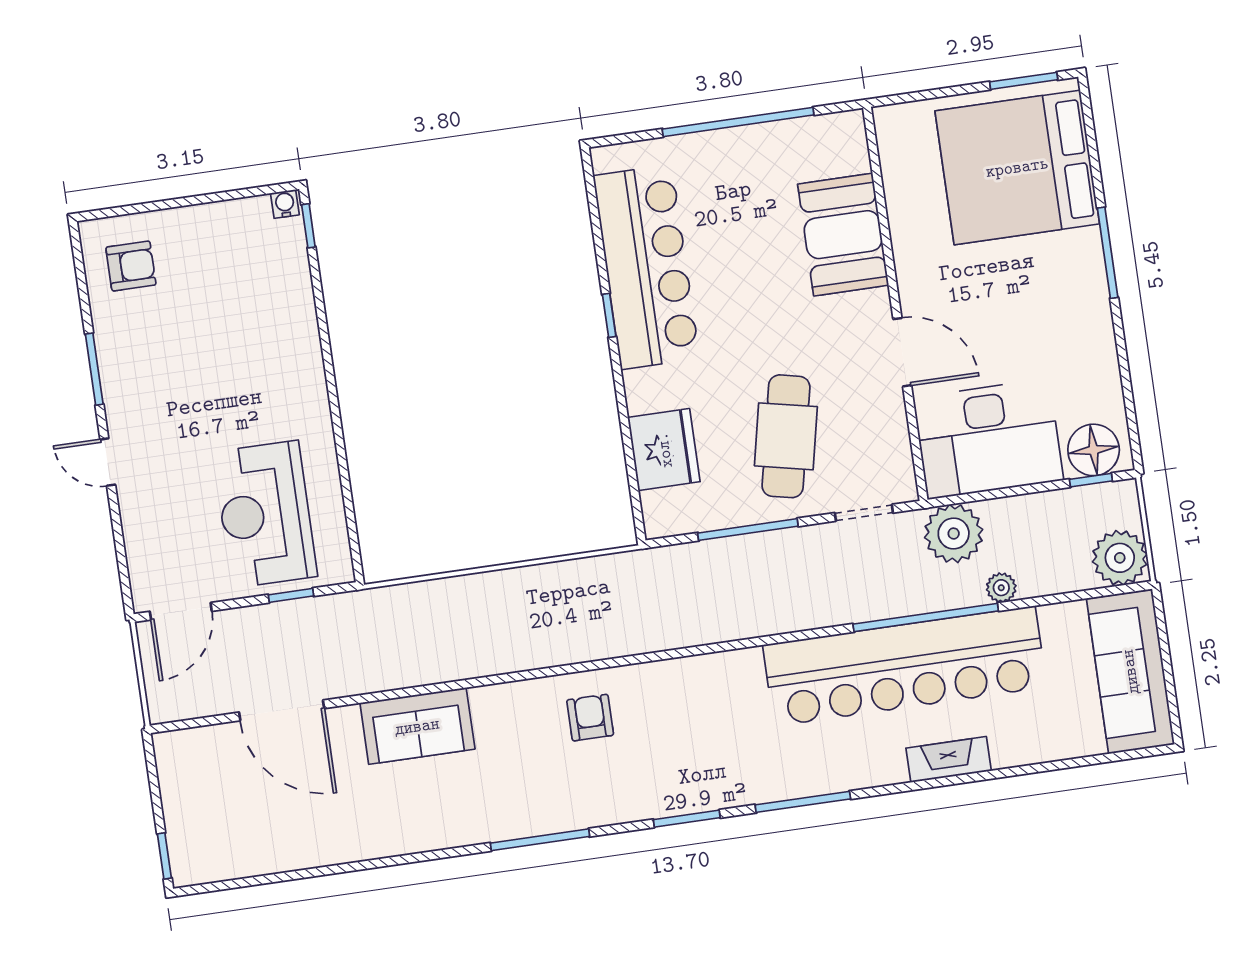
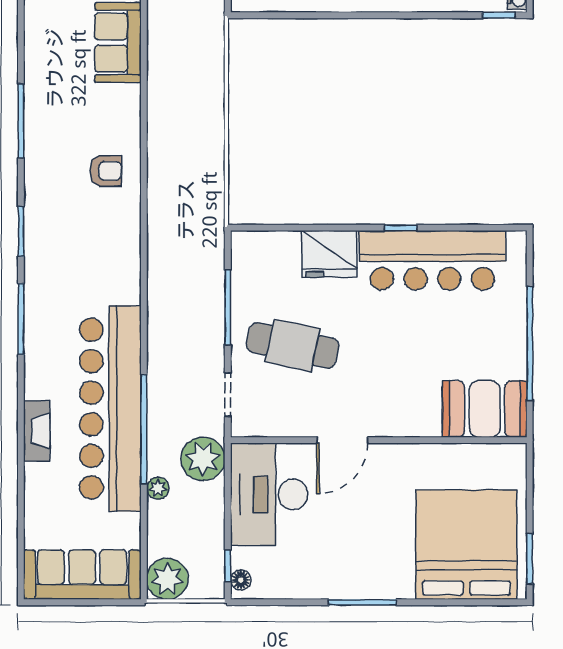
booth: (843, 235) -> (485, 409), moved
window: (1108, 253) -> (362, 602), moved
fridge: (664, 450) -> (329, 254), moved
floor lamp: (1094, 450) -> (241, 580), width x0.53, depth x0.53

